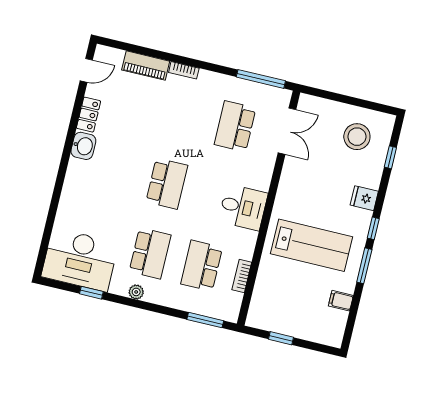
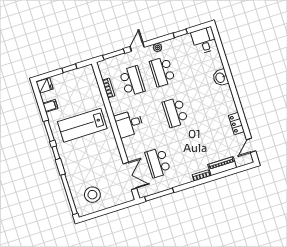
school desk: (235, 126) -> (158, 163), turned 180
double door: (287, 131) -> (130, 176), swing flipped
washbasin: (83, 146) -> (220, 78), moved
window: (390, 157) -> (69, 194), width x3.17
fridge: (364, 198) -> (45, 86), moved
desk: (80, 260) -> (204, 40), width x0.53, depth x0.77
door: (165, 310) -> (137, 47), added

